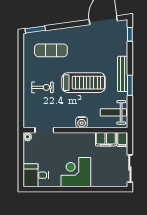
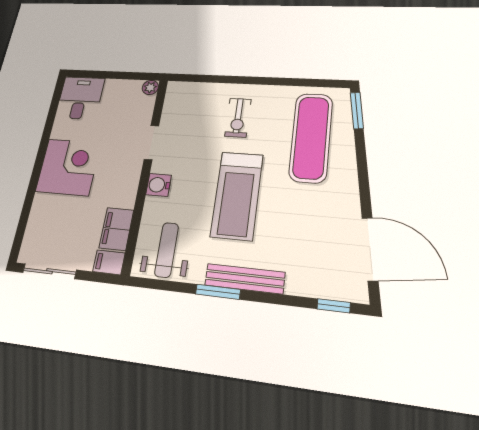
exercise mat: (51, 50) -> (311, 137), width x1.36, depth x1.45
doorway: (44, 130) -> (151, 143), moved

